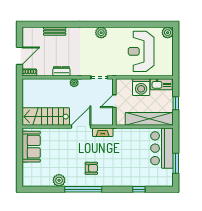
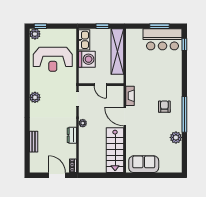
window: (176, 38) -> (40, 26), added
bar counter: (162, 148) -> (162, 39), moved
window: (139, 189) -> (184, 44), moved

